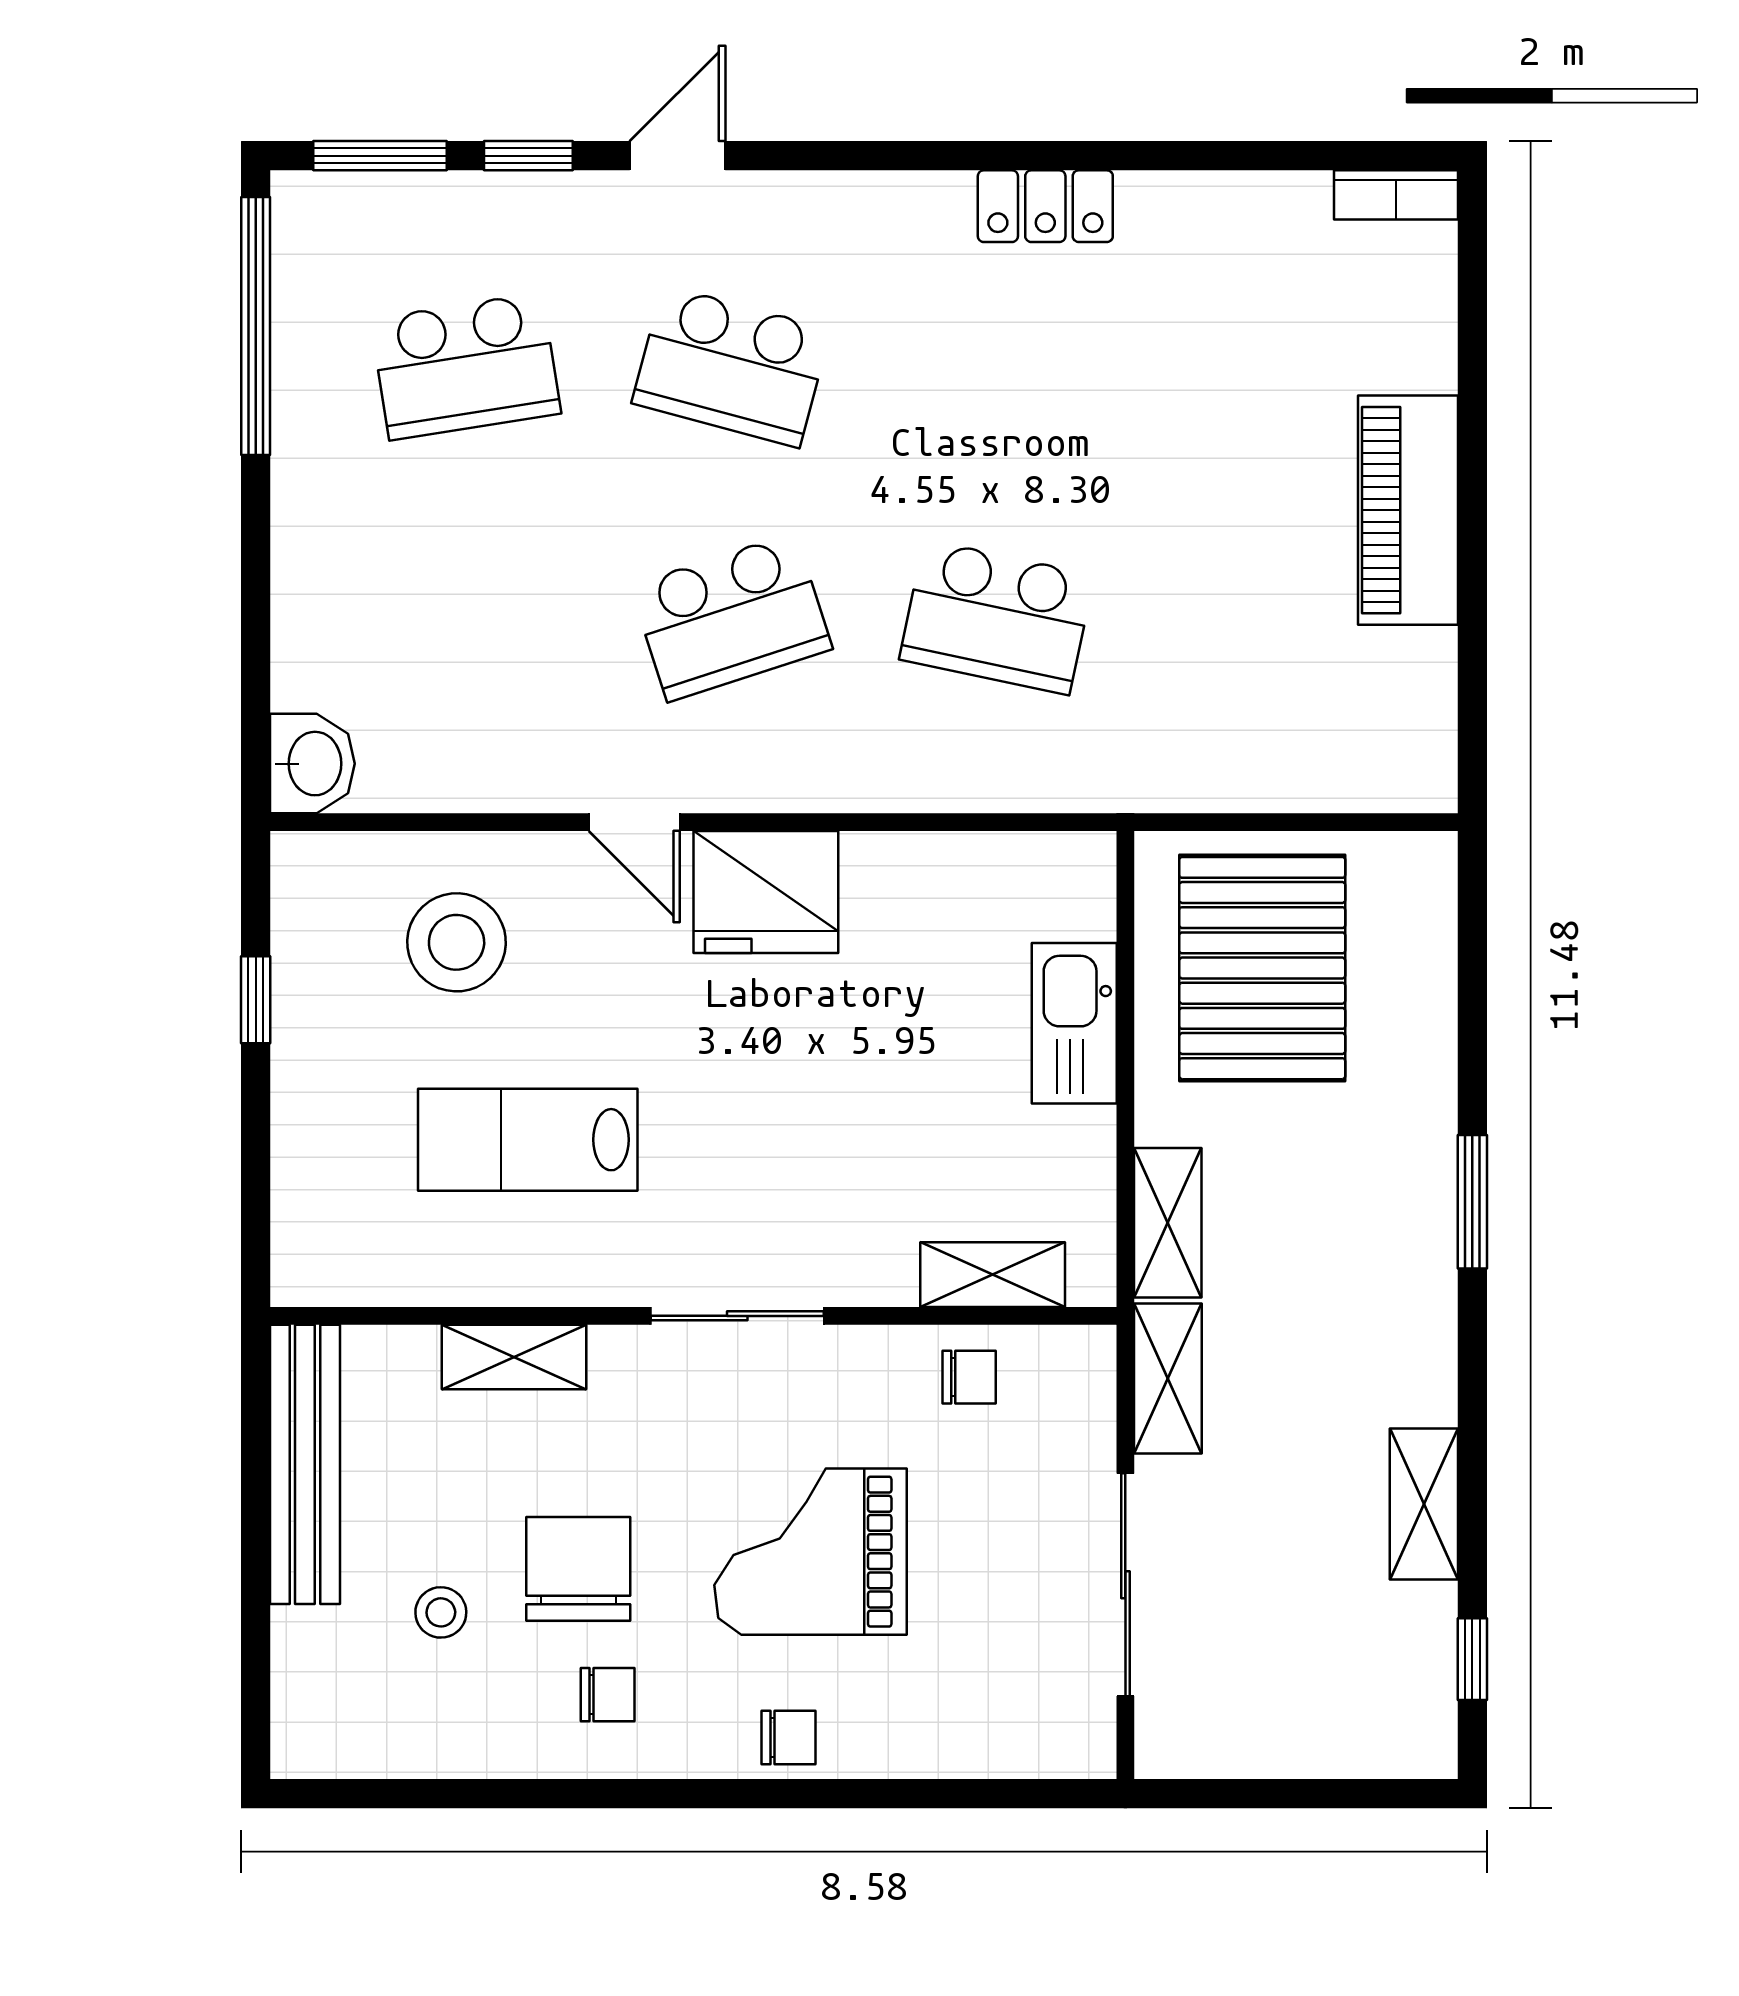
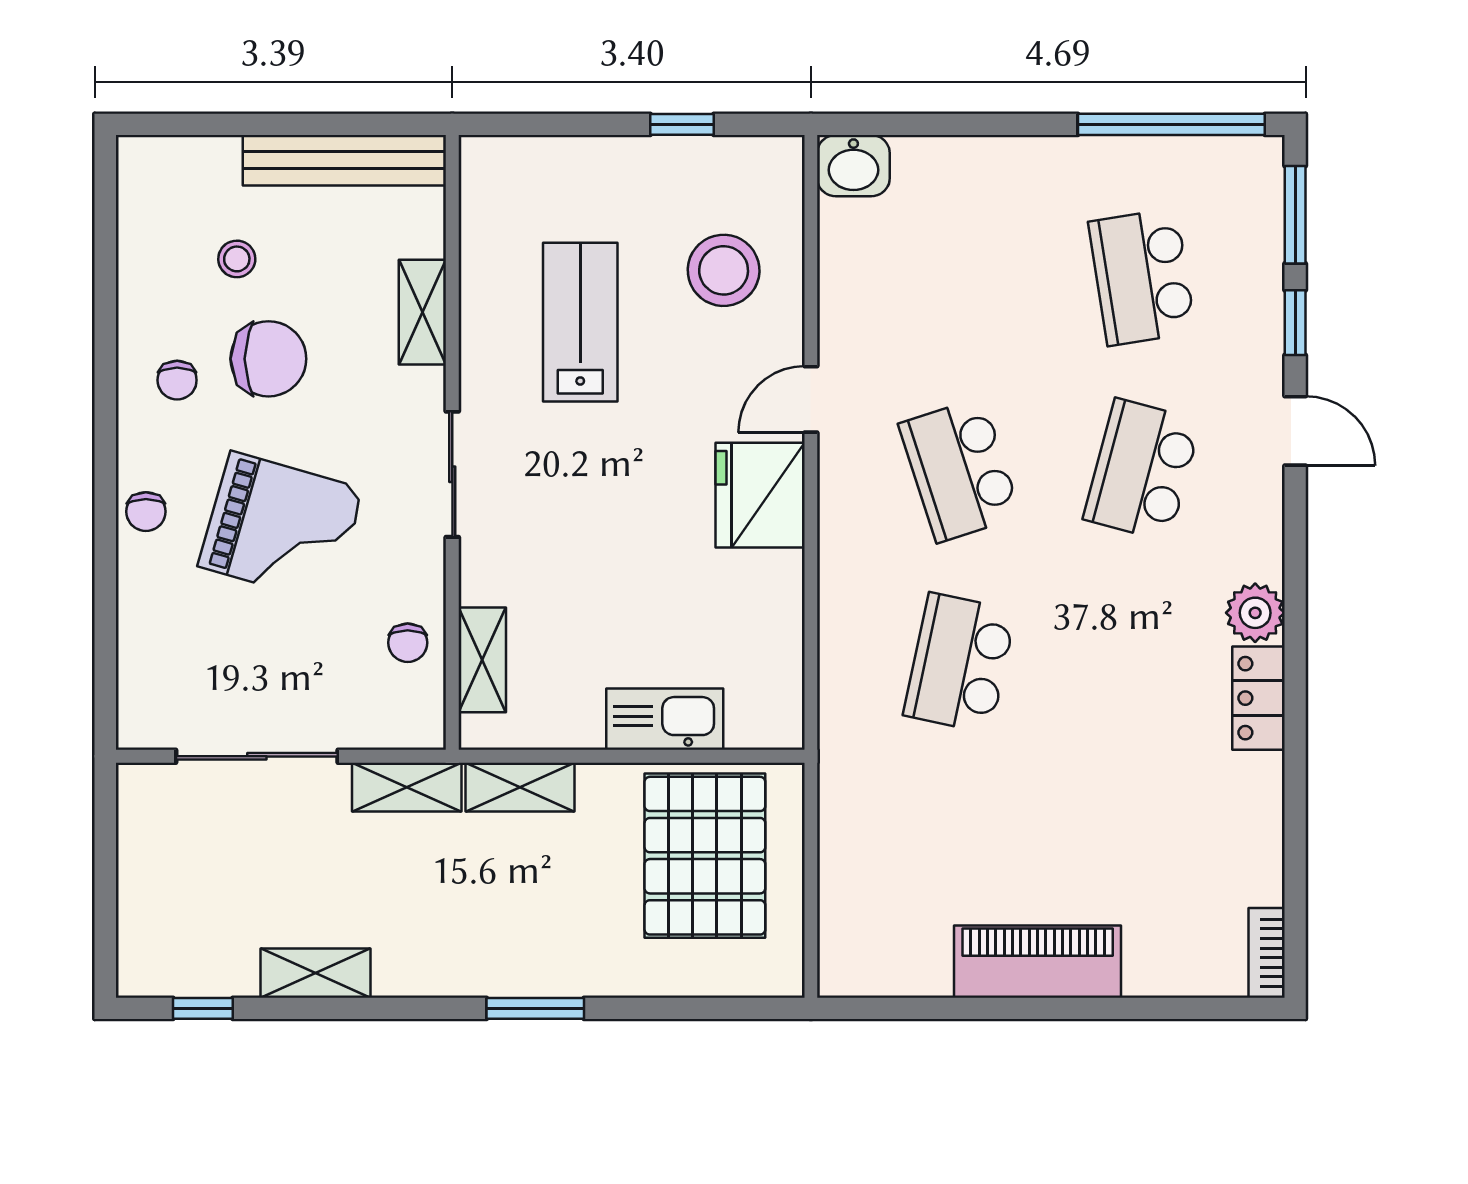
plant: (928, 211) -> (1255, 613), added
pallet: (1262, 968) -> (705, 856), turned 90
grand piano: (811, 1552) -> (281, 528), turned 106

